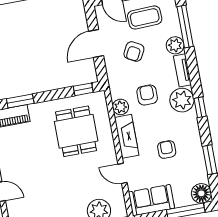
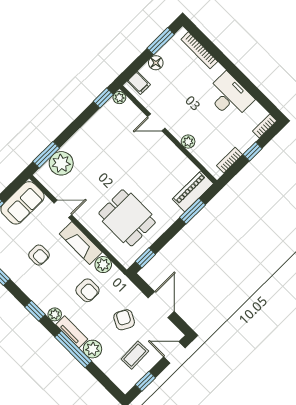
coffee table: (145, 17) -> (135, 355), width x0.73, depth x0.77
window: (185, 26) -> (73, 349), moved
plant: (182, 100) -> (55, 314), width x0.53, depth x0.53

